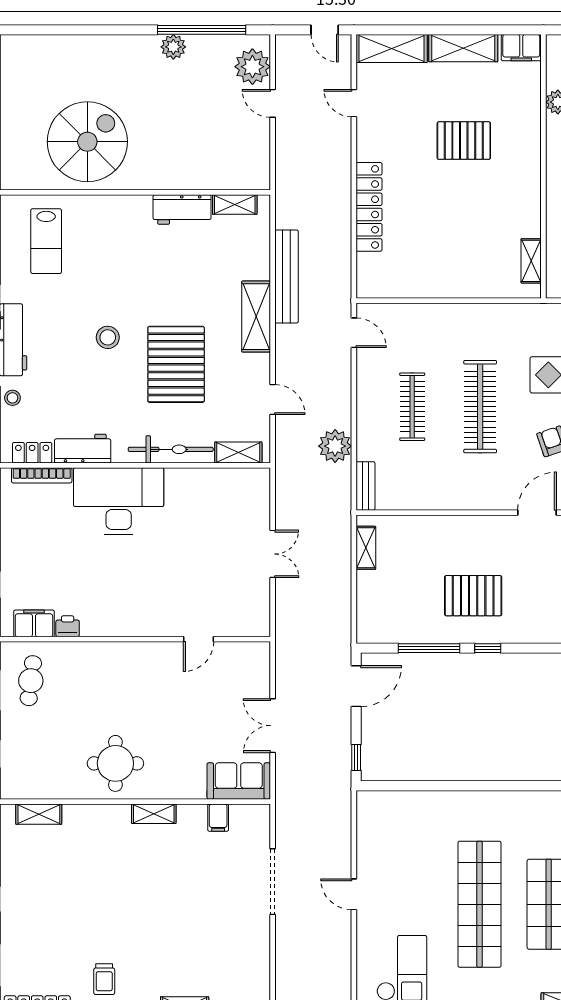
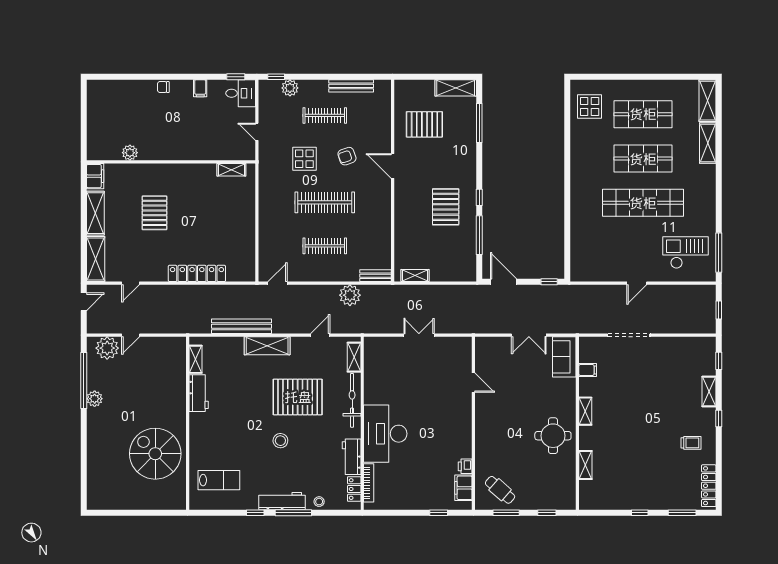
cafe table: (31, 681) -> (500, 490), turned 34
shelving: (39, 814) -> (585, 465), moved

